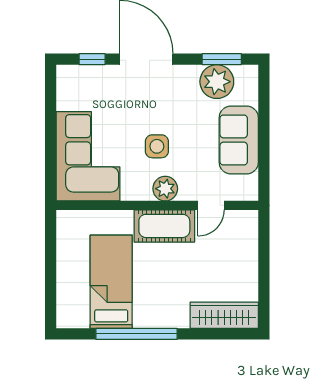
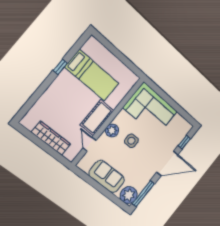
window: (222, 59) -> (143, 194), width x1.44
plant: (217, 82) -> (129, 195), moved
wardrobe: (224, 315) -> (51, 138), moved, turned -90
window: (137, 334) -> (60, 67), width x0.32

